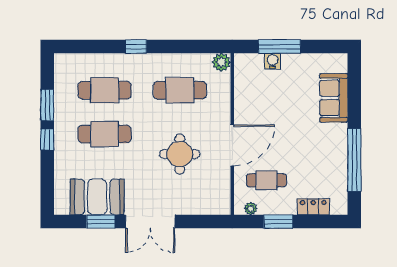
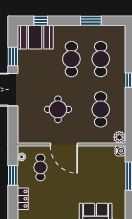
water cooler: (273, 61) -> (120, 151), moved
window: (47, 139) -> (41, 21), moved
booth: (97, 197) -> (35, 37), moved, turned 90

